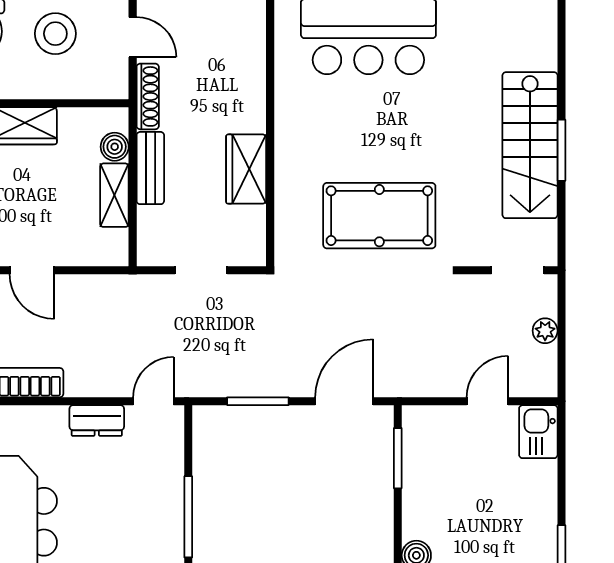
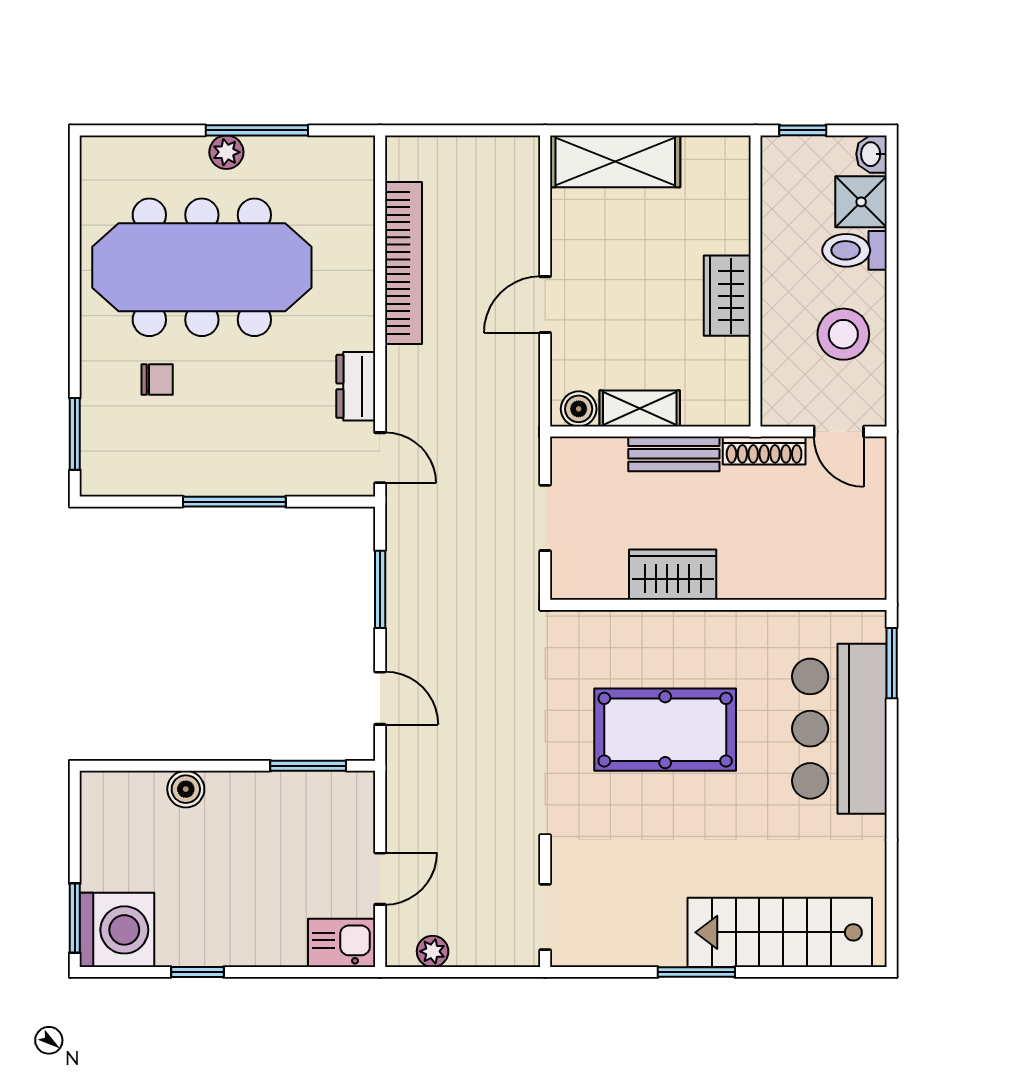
door: (133, 37) -> (839, 432), hinge flipped
stairs: (530, 145) -> (780, 932), moved
boiler: (115, 147) -> (579, 409), moved
pool table: (379, 216) -> (665, 730), moved, turned 90
plant: (545, 331) -> (433, 951), moved
door: (344, 401) -> (380, 698), width x0.73
door: (487, 401) -> (380, 879), hinge flipped

